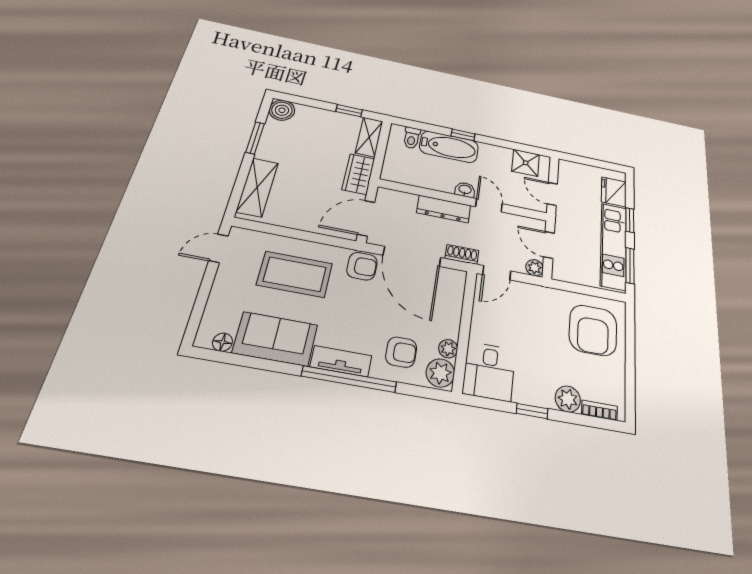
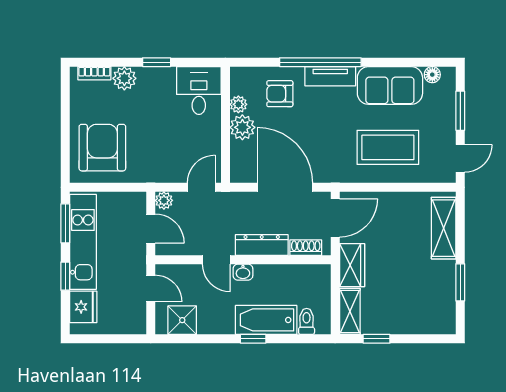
boiler: (282, 110) -> (443, 322), removed
shoe rack: (462, 254) -> (306, 248), moved, turned 180
armchair: (362, 266) -> (329, 168), removed
window: (202, 297) -> (460, 111), added
plant: (440, 373) -> (242, 127), moved

